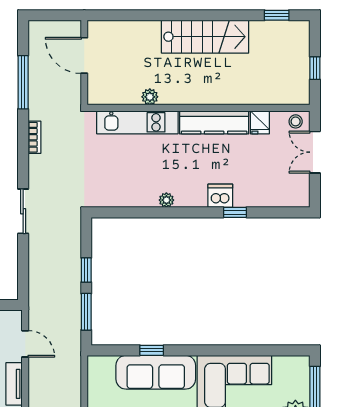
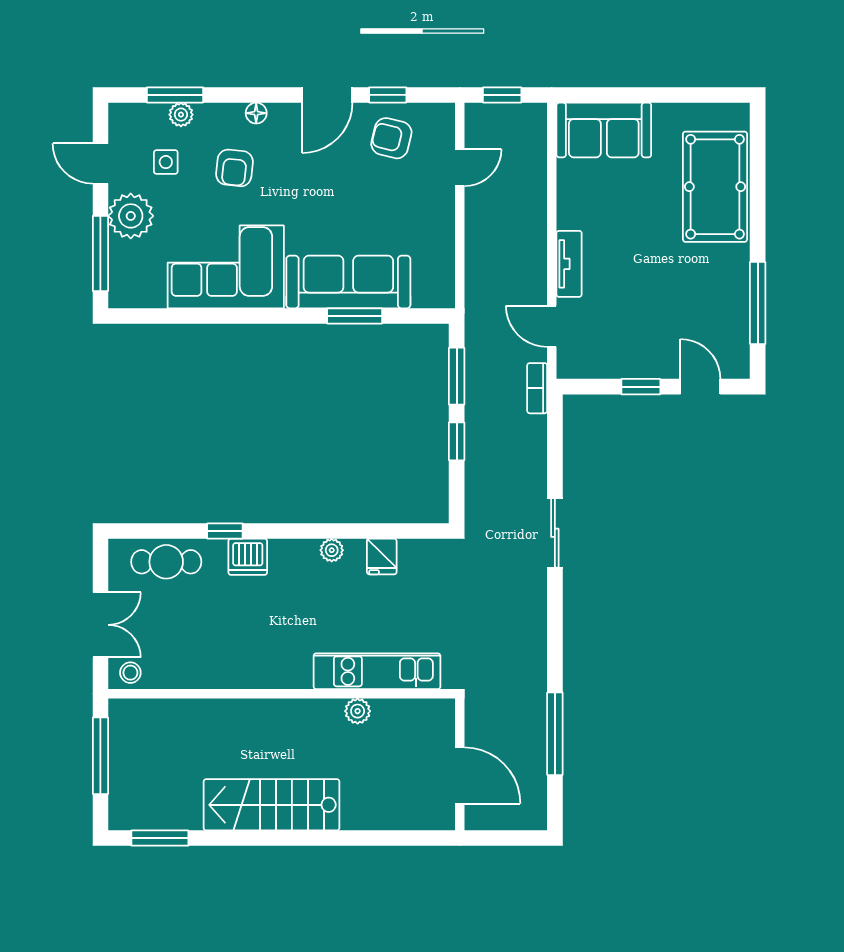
window: (277, 15) -> (160, 838), width x1.50
window: (315, 68) -> (100, 756), width x2.17
kitchen counter: (214, 122) -> (257, 671), removed
fridge: (260, 122) -> (382, 556), moved, turned 180
bookcase: (35, 137) -> (537, 388), moved
cafe table: (273, 193) -> (166, 562), added
window: (152, 350) -> (355, 316), width x1.50

